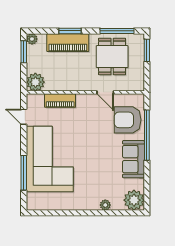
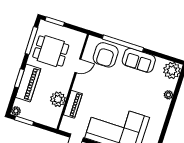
plant: (35, 82) -> (58, 99), moved

